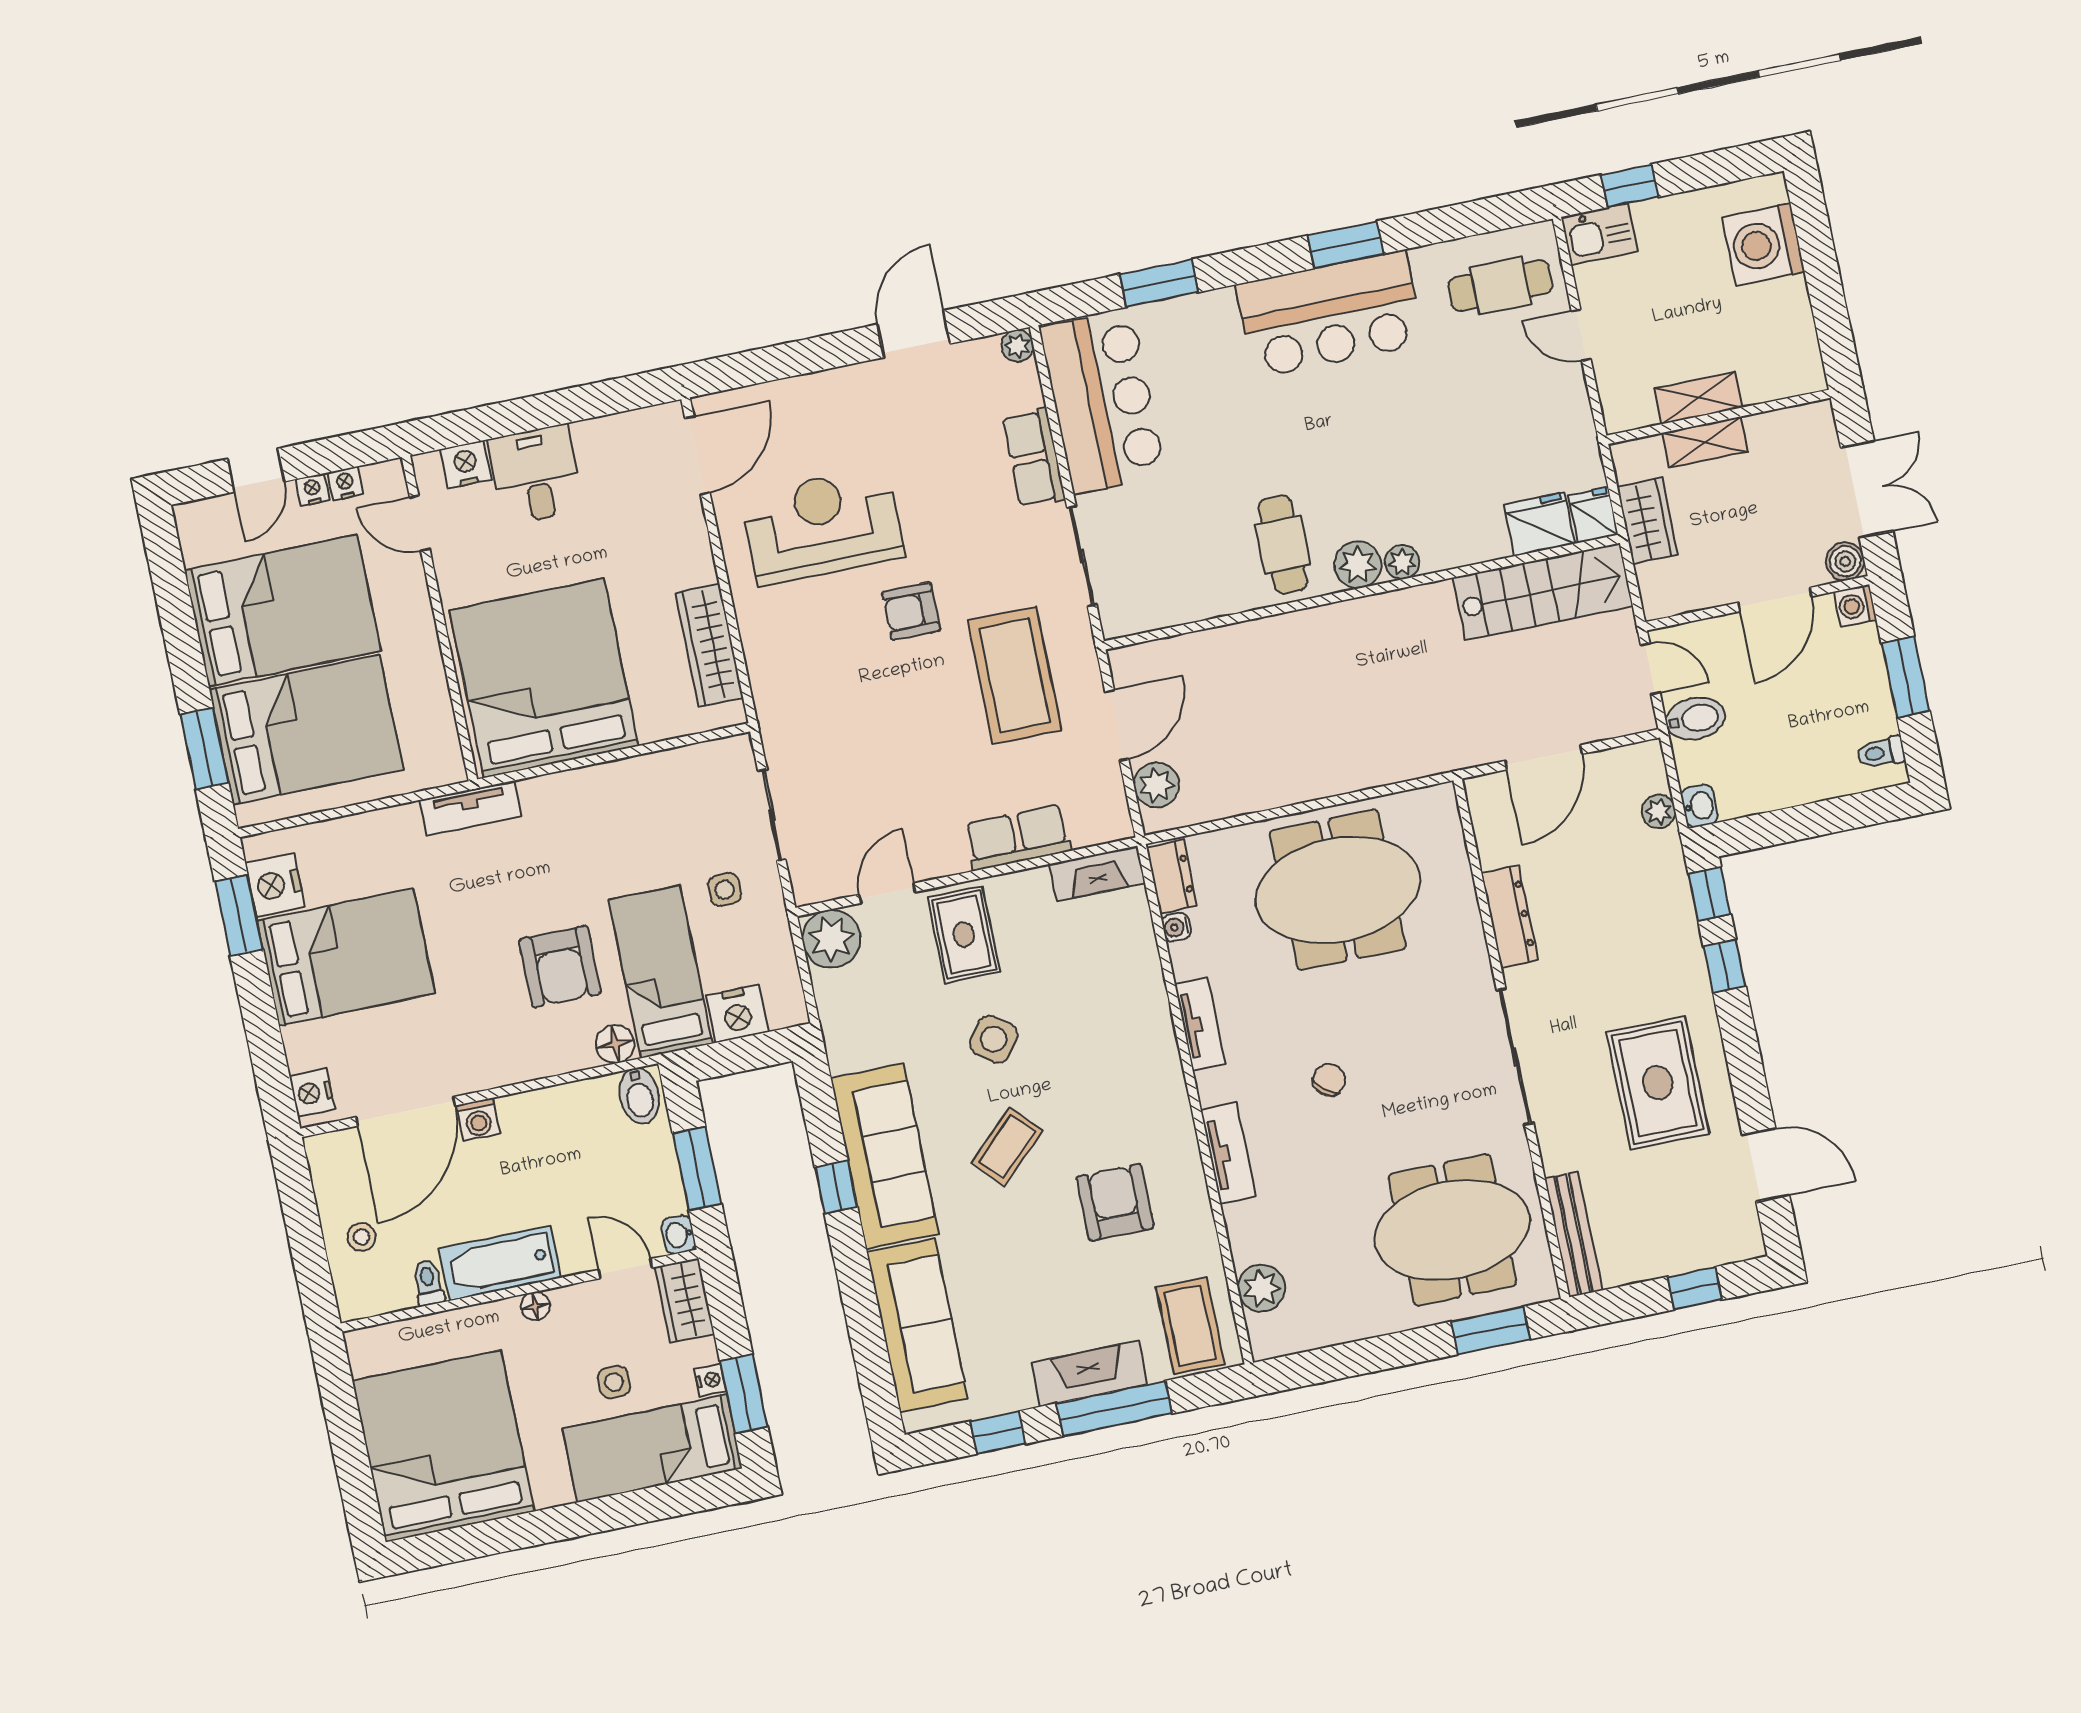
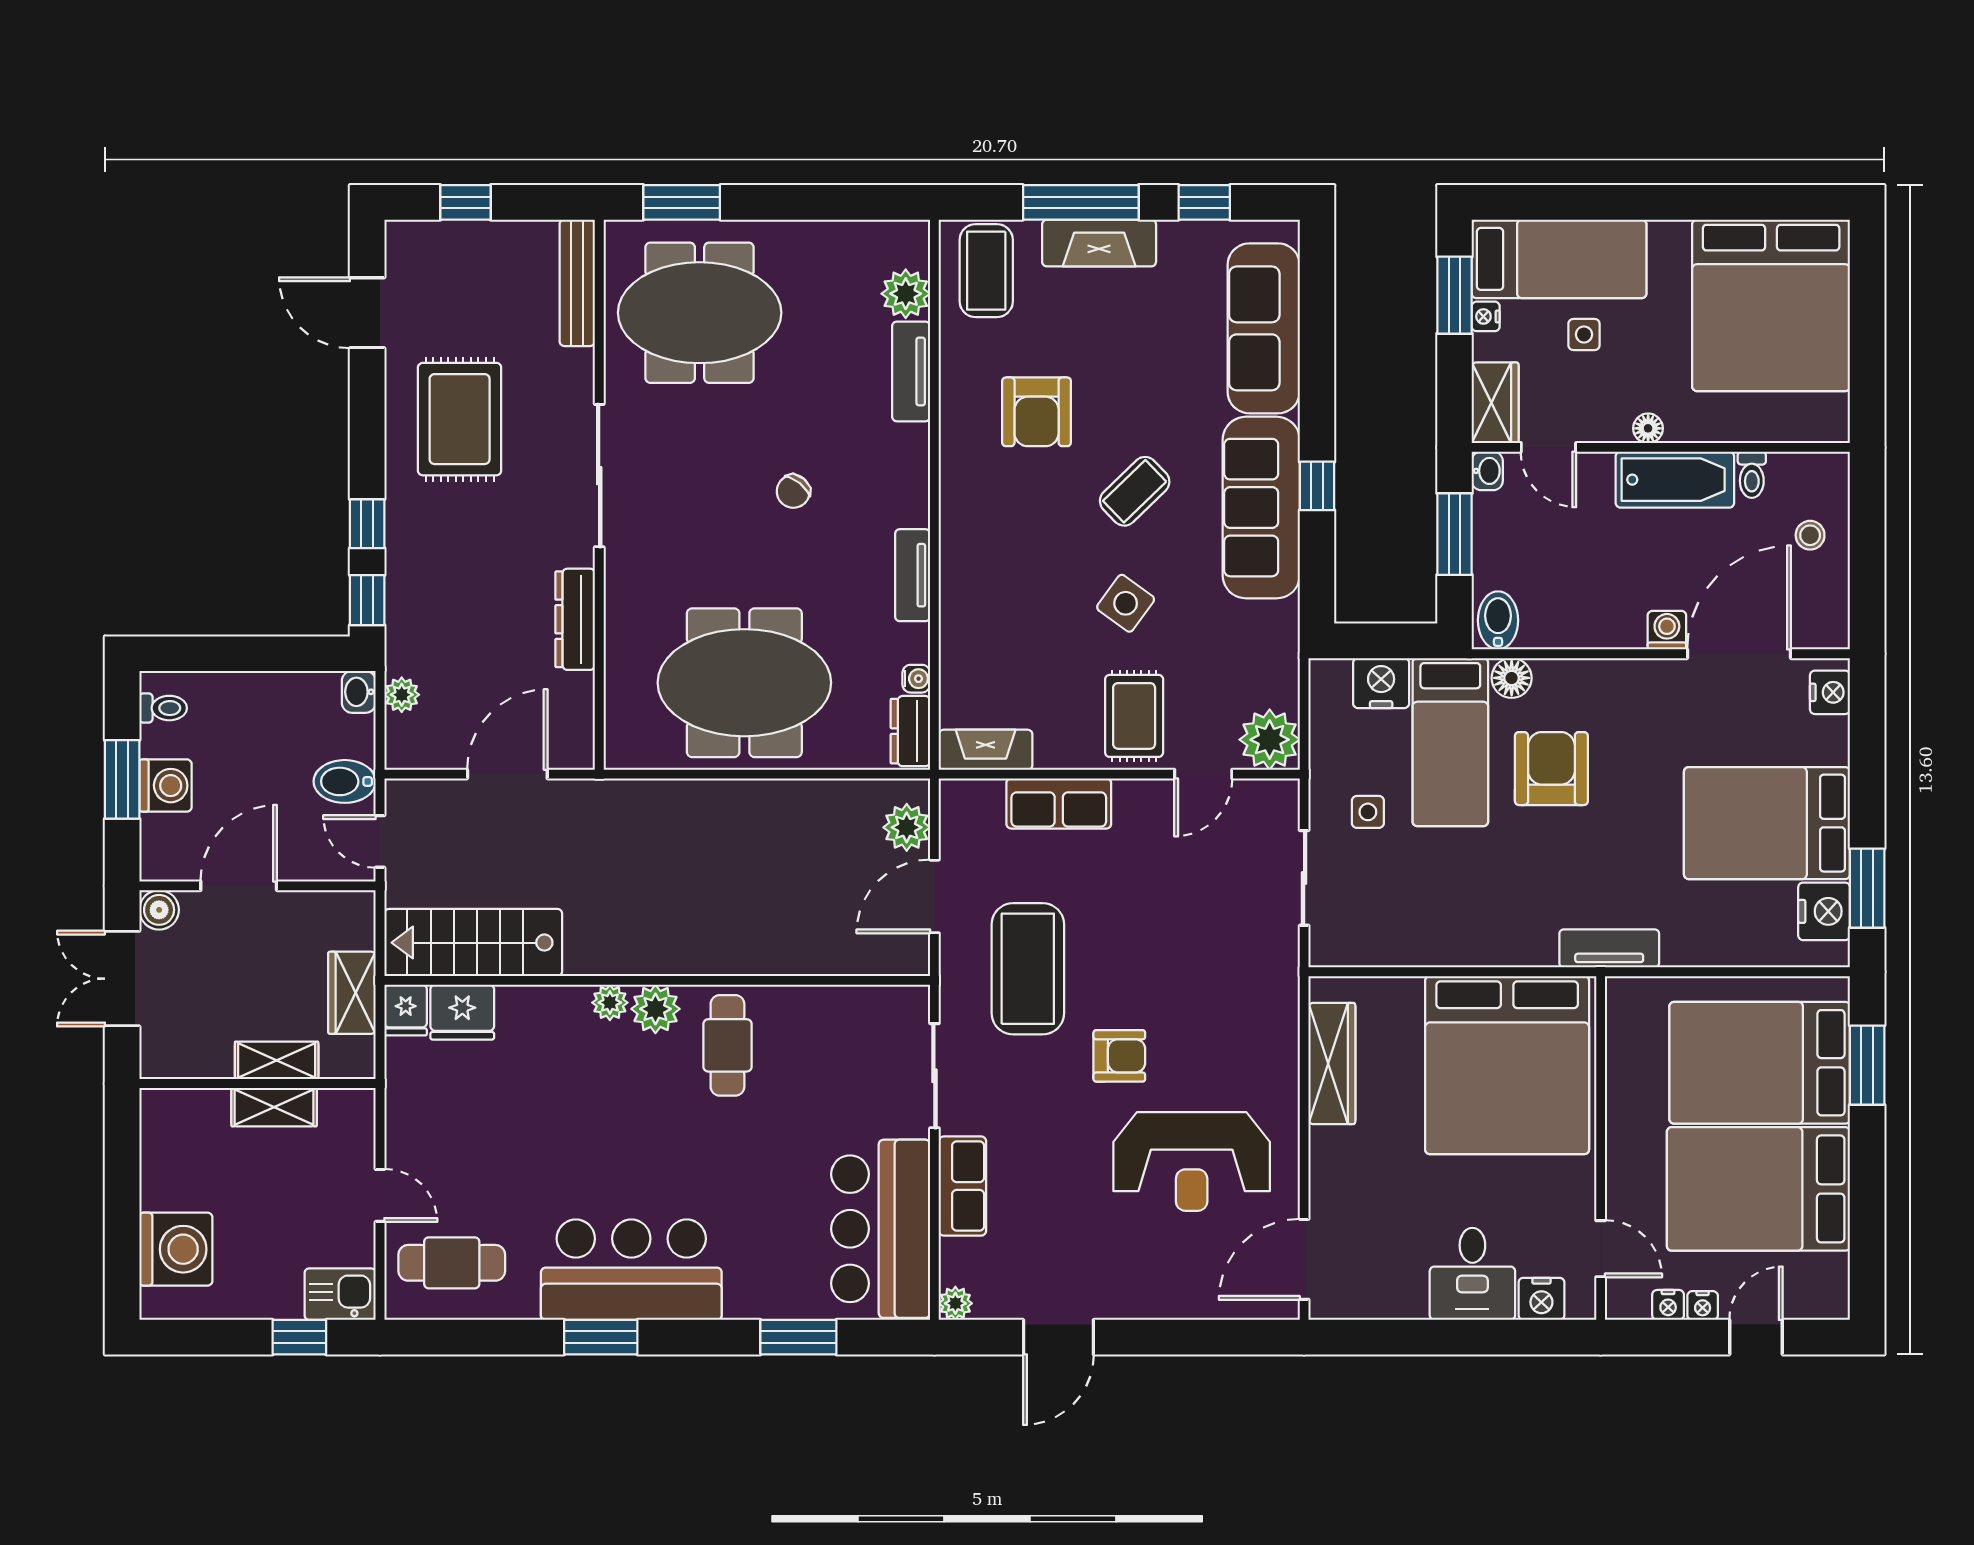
washing machine: (1855, 606) -> (165, 786), moved, width x1.38, depth x1.38
tv unit: (1228, 1153) -> (911, 371), moved

